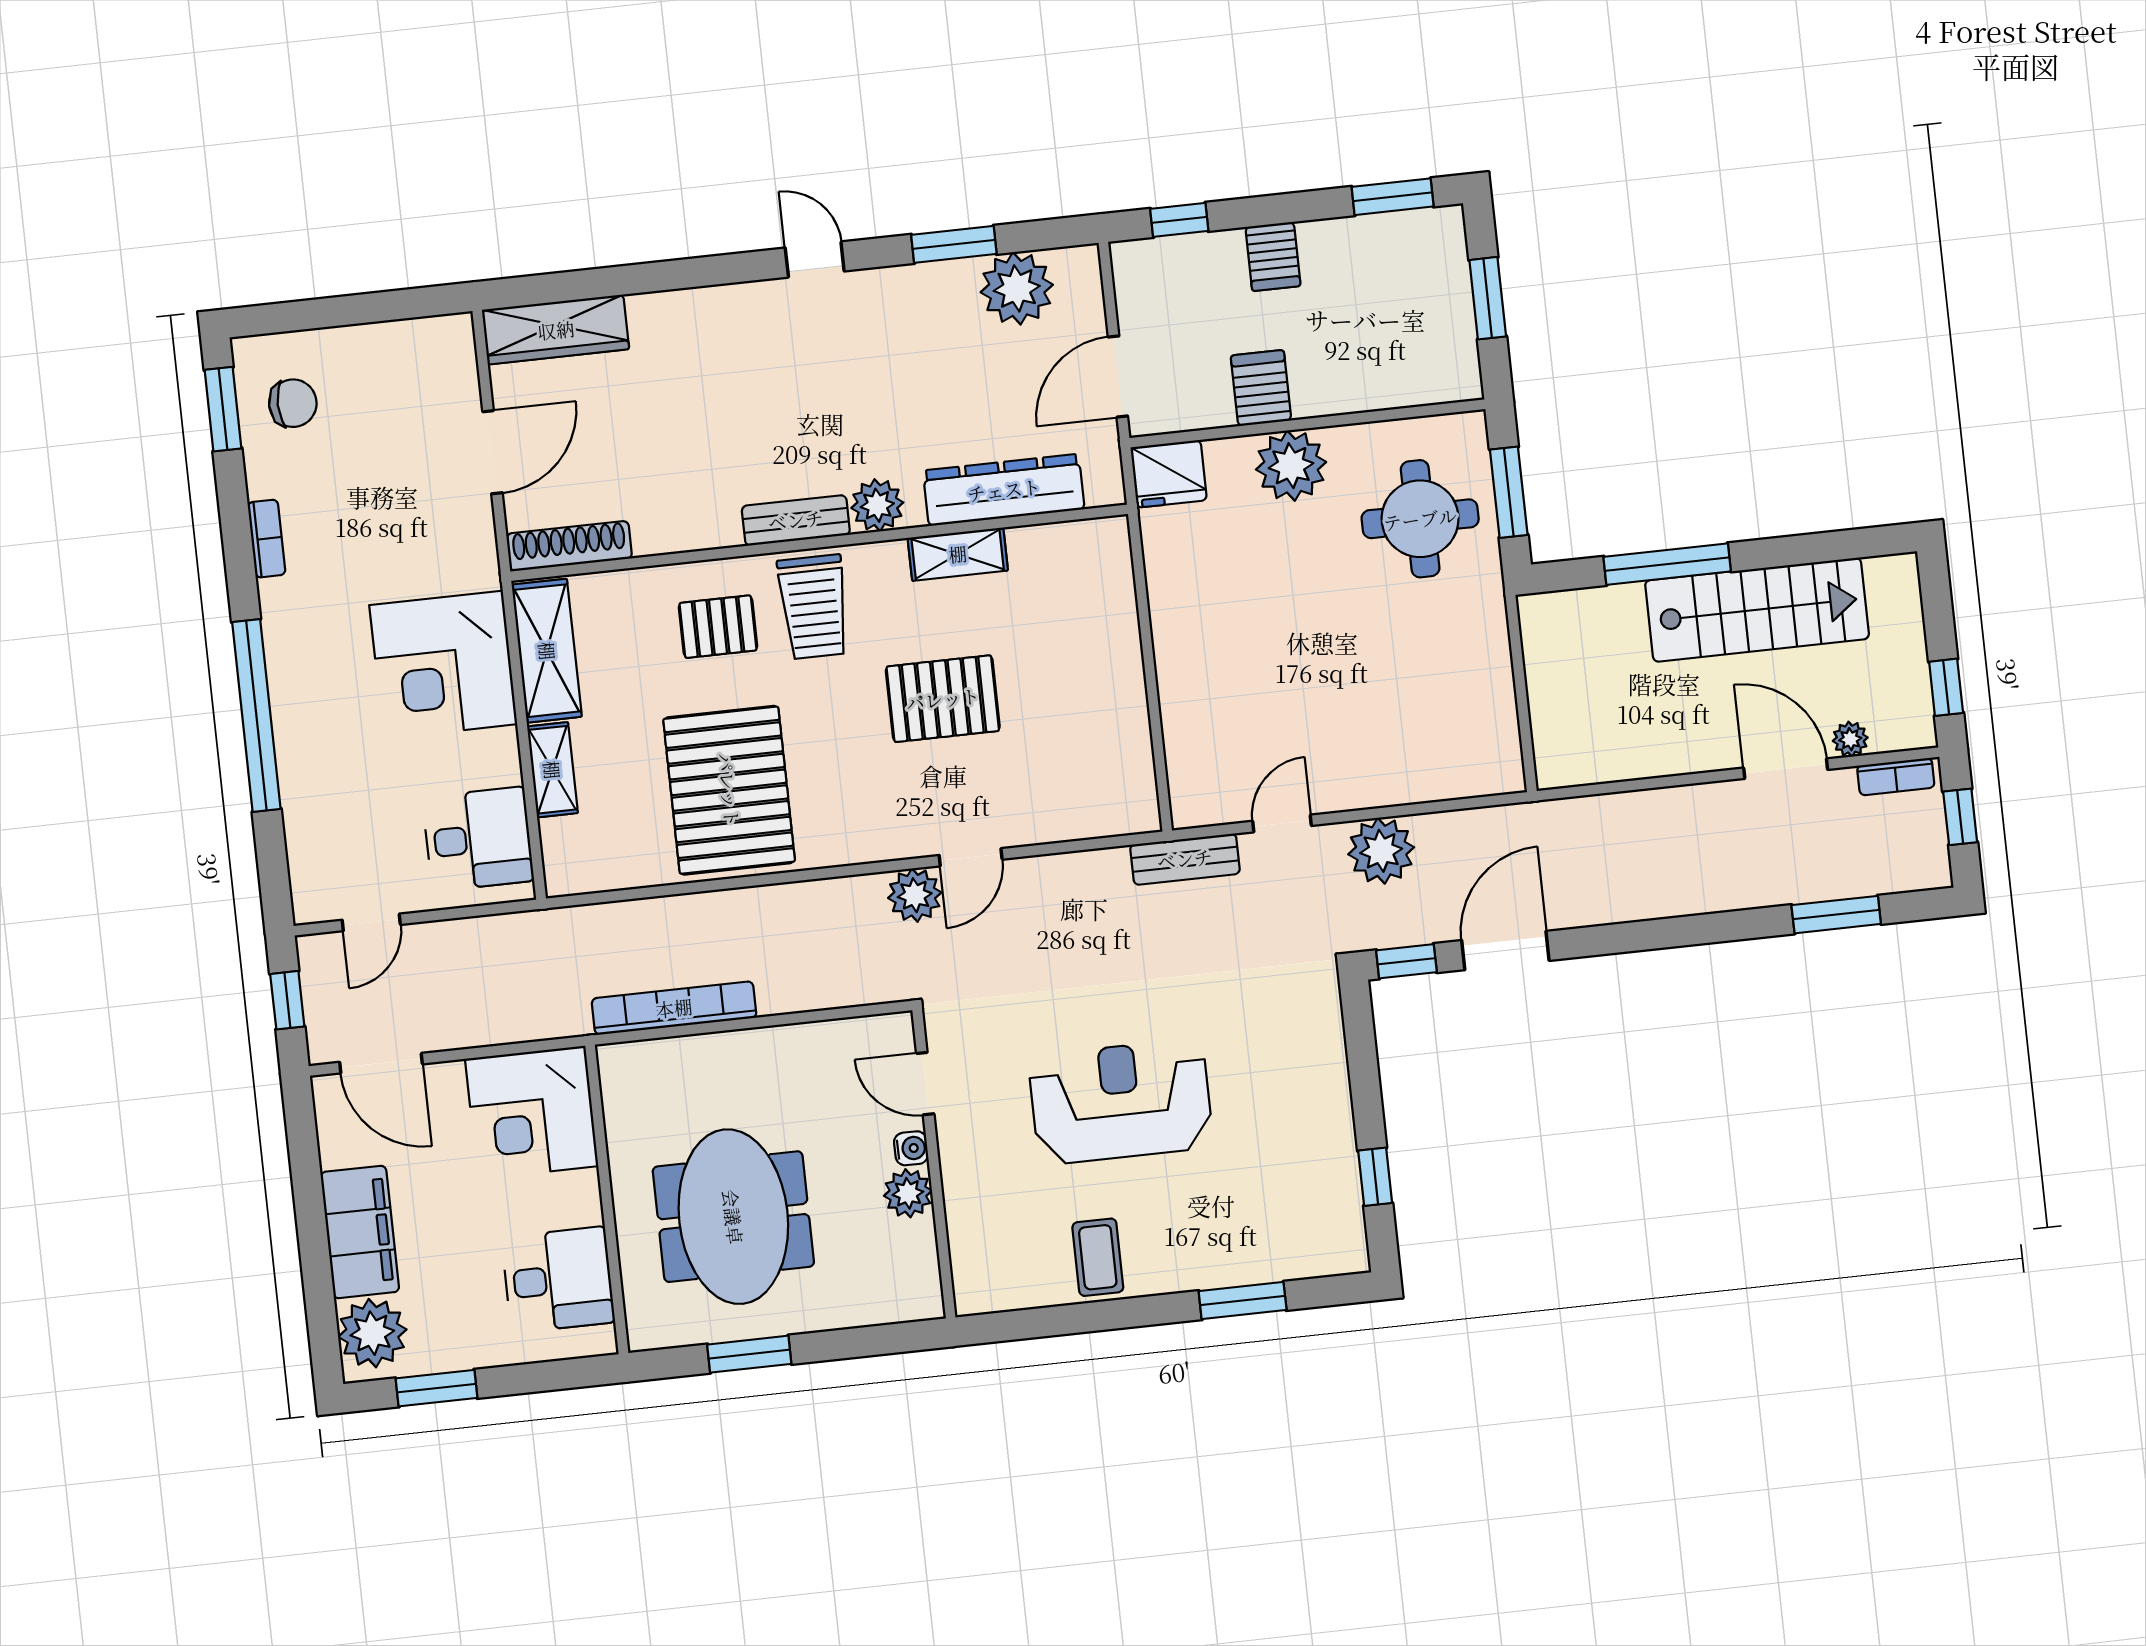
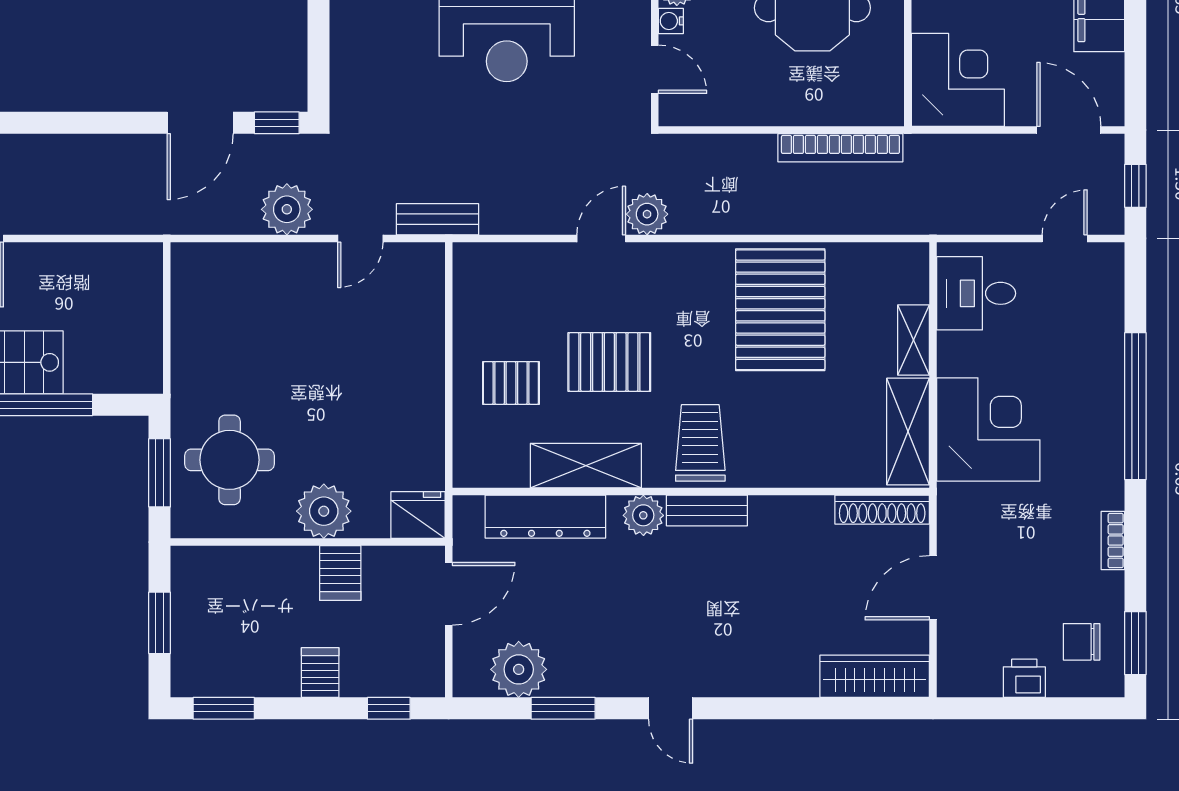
printer: (362, 348) -> (1024, 678), added
shelving: (958, 554) -> (586, 466), width x1.50, depth x1.33
pallet: (718, 627) -> (511, 383), moved

